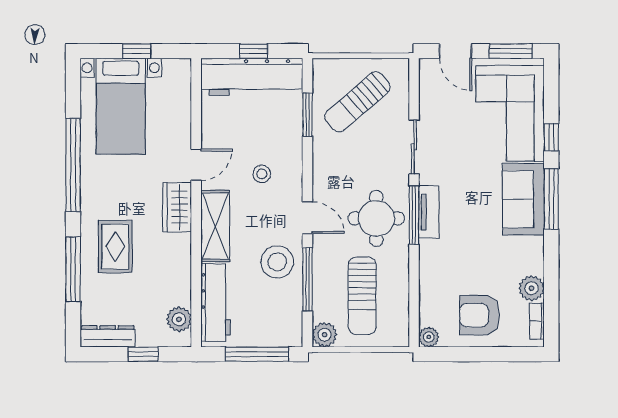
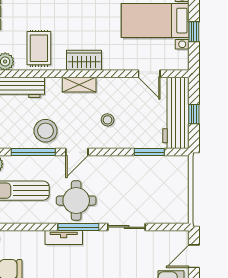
sun lounger: (357, 102) -> (158, 187), removed
door: (196, 165) -> (149, 74), moved
tv unit: (429, 212) -> (64, 238), moved
shelving: (215, 226) -> (79, 85), width x0.67, depth x0.75
rug: (115, 247) -> (39, 48), moved, turned 90

